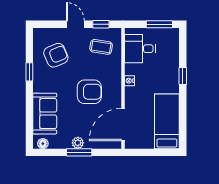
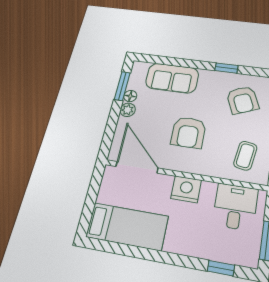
window: (183, 76) -> (221, 268), moved
nightstand: (130, 81) -> (186, 189), width x1.89, depth x1.79
floor lamp: (43, 144) -> (130, 96), moved
window: (79, 152) -> (122, 86), moved

